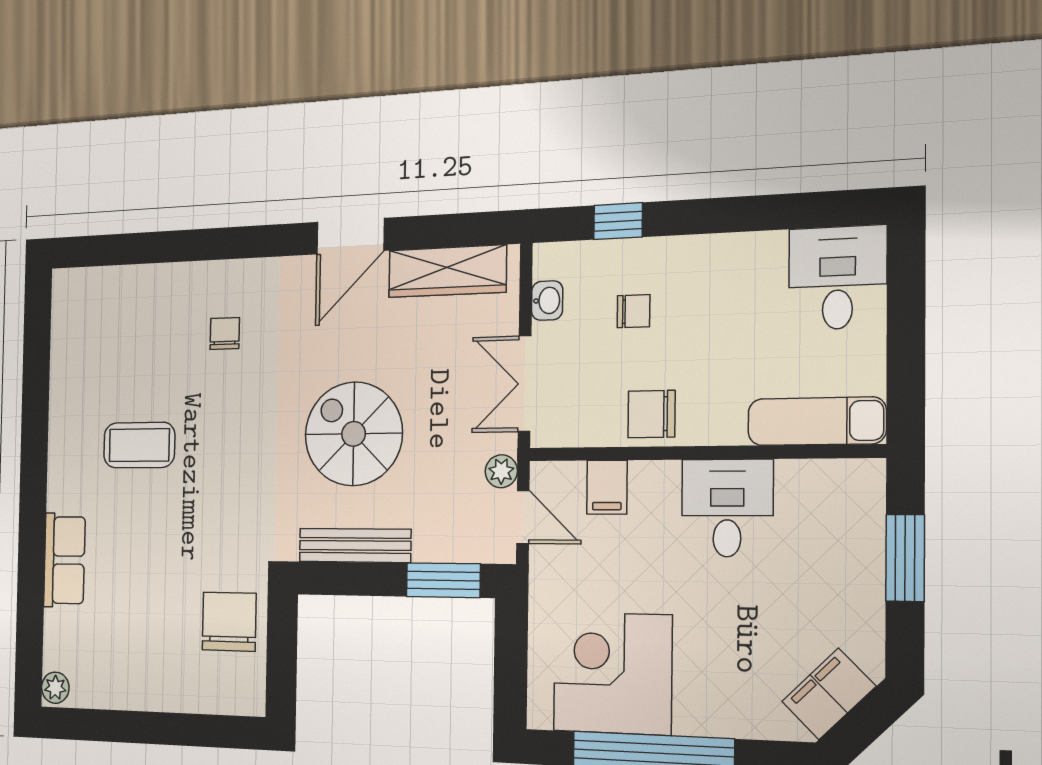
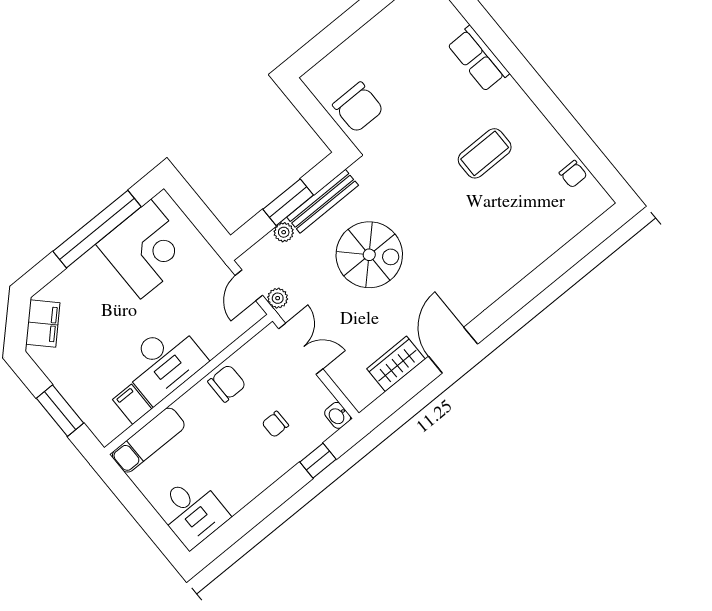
wardrobe: (447, 271) -> (396, 364), width x0.67
washbasin: (547, 301) -> (338, 415), moved
chair: (225, 333) -> (573, 174), moved
filing cabinet: (607, 487) -> (132, 404), moved
desk: (727, 508) -> (164, 362), width x1.37
door: (523, 517) -> (249, 285), hinge flipped
plant: (429, 547) -> (284, 232), added
window: (443, 580) -> (288, 202), moved

